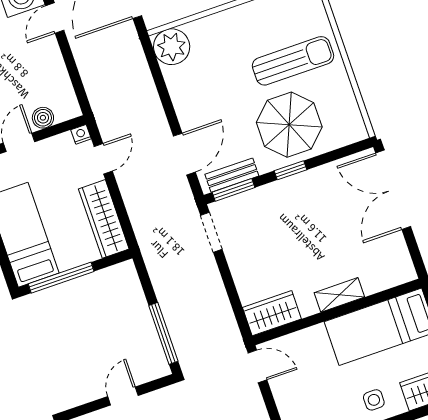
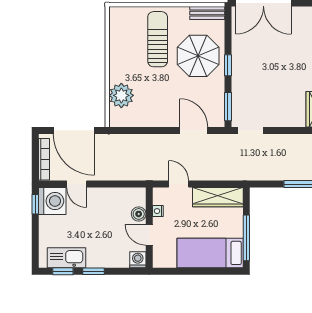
plant: (172, 47) -> (121, 95), moved
nightstand: (81, 134) -> (158, 211), moved
bench: (232, 175) -> (207, 13), moved, turned 90

